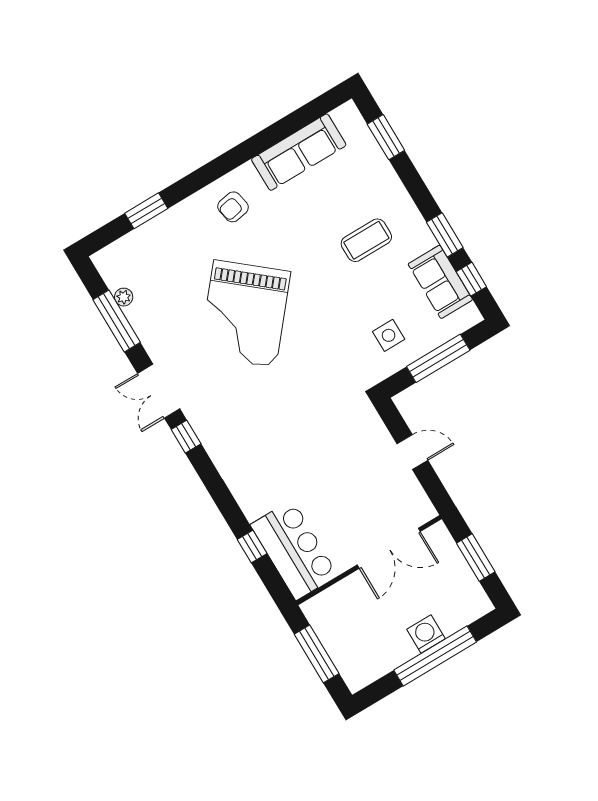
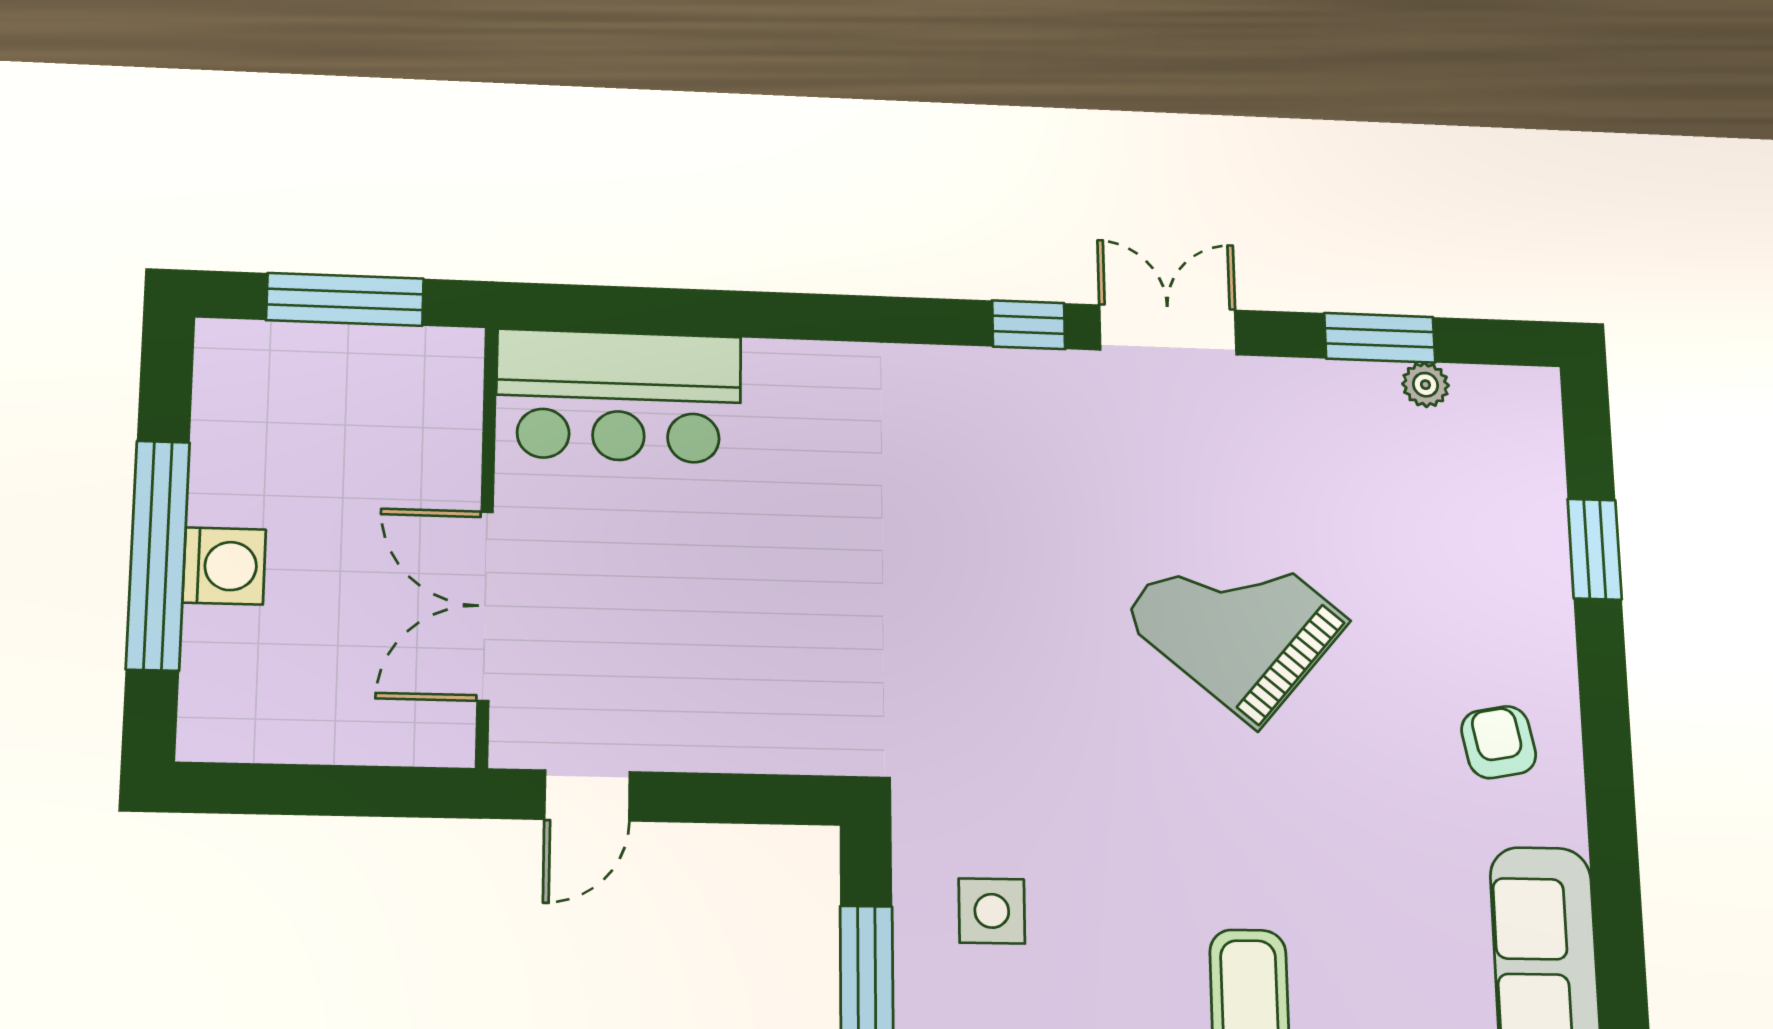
grand piano: (245, 314) -> (1236, 619), width x0.73, depth x0.68
window: (117, 321) -> (1380, 338), width x0.69
door: (412, 452) -> (587, 796), moved
window: (252, 547) -> (687, 312), removed
window: (476, 557) -> (330, 790), removed

